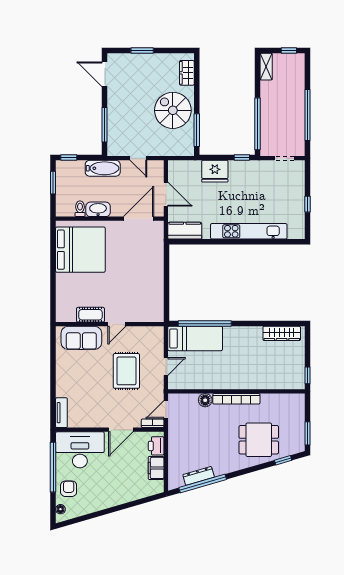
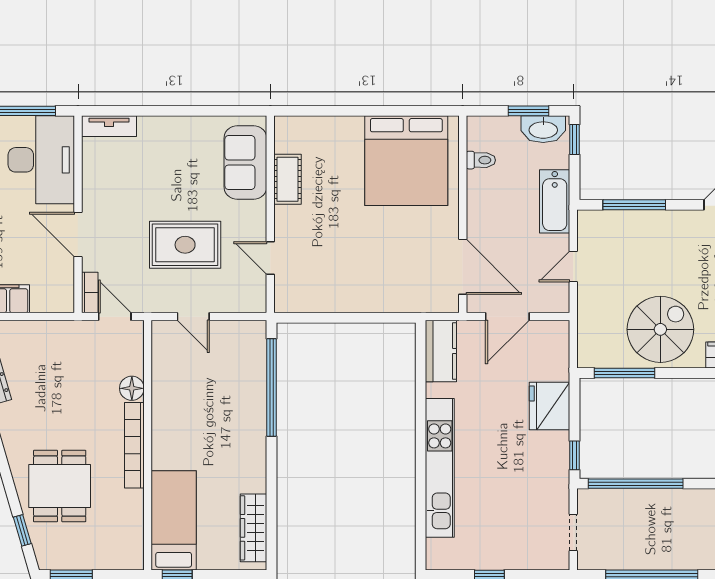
washbasin: (98, 209) -> (543, 129), moved, turned 90
door: (117, 324) -> (270, 258), moved
bed: (195, 338) -> (174, 520), moved, turned 180
printer: (156, 446) -> (48, 299), removed

